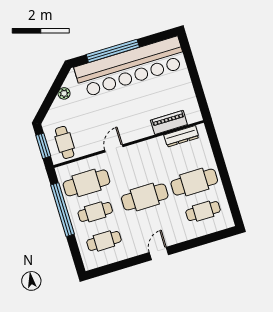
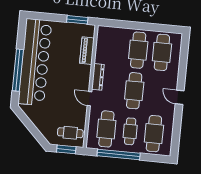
plant: (64, 93) -> (34, 118), removed
window: (200, 96) -> (77, 20), added
dresser: (181, 136) -> (98, 77), moved
cafe table: (203, 211) -> (162, 52), width x1.37, depth x1.35
cafe table: (104, 241) -> (154, 134), width x1.37, depth x1.35

